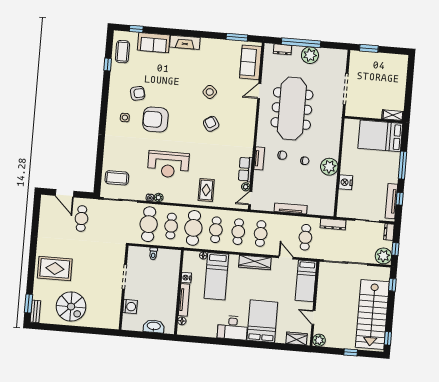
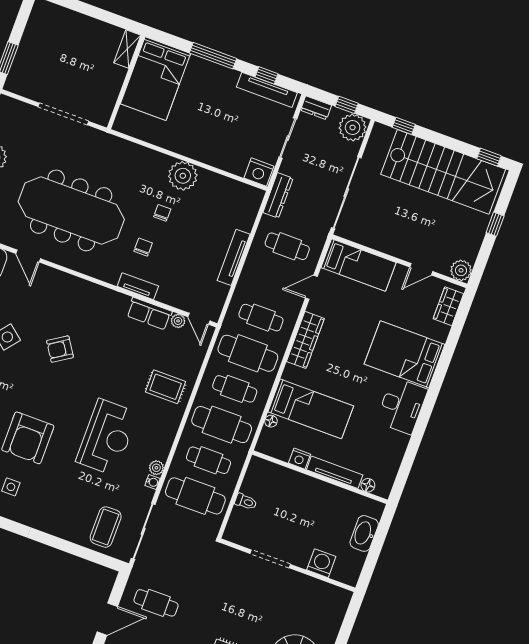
nightstand: (346, 182) -> (259, 172), moved
cafe table: (238, 232) -> (248, 353), width x1.37, depth x1.35

